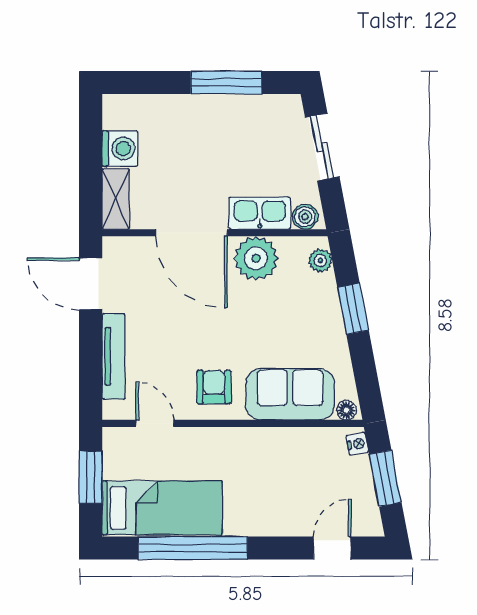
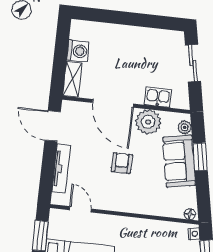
window: (226, 82) -> (143, 20), removed
kitchen sink: (260, 213) -> (158, 97), width x0.73
boiler: (305, 217) -> (179, 101), removed
armchair: (214, 387) -> (122, 163), moved
sofa: (290, 394) -> (179, 161), moved, turned -101

